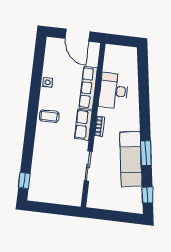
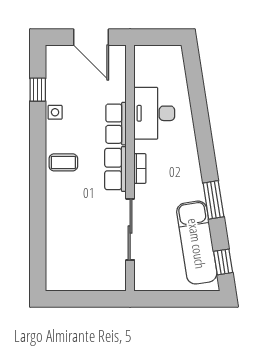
row of seats: (88, 88) -> (116, 124), width x0.68
exam couch: (131, 159) -> (197, 243), moved
sliding door: (88, 166) -> (130, 229), width x1.37
window: (24, 181) -> (38, 90), moved

